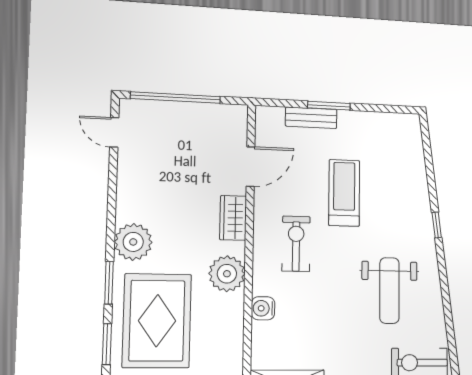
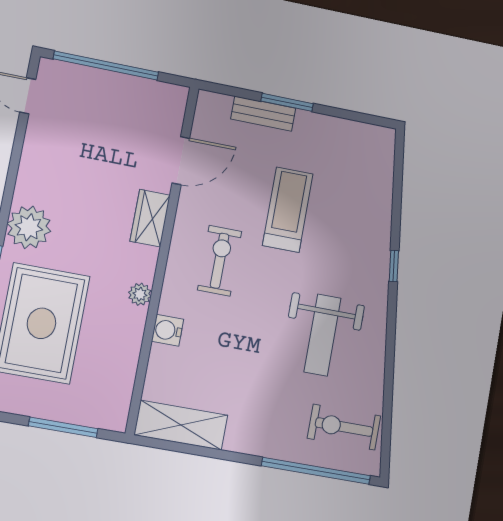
plant: (227, 274) -> (140, 294), width x0.53, depth x0.53

